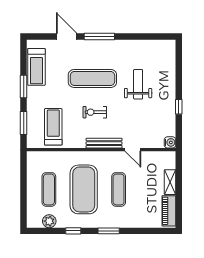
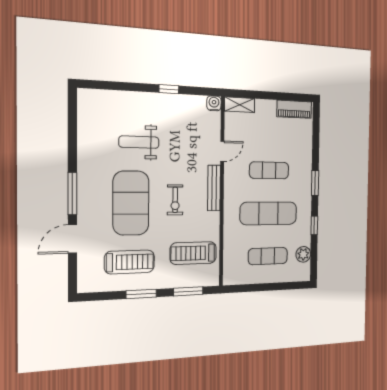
treadmill: (36, 67) -> (129, 262), moved
exercise mat: (92, 78) -> (131, 203), width x1.47
shelving: (170, 182) -> (240, 105), moved
exercise mat: (84, 189) -> (269, 213), width x0.68

